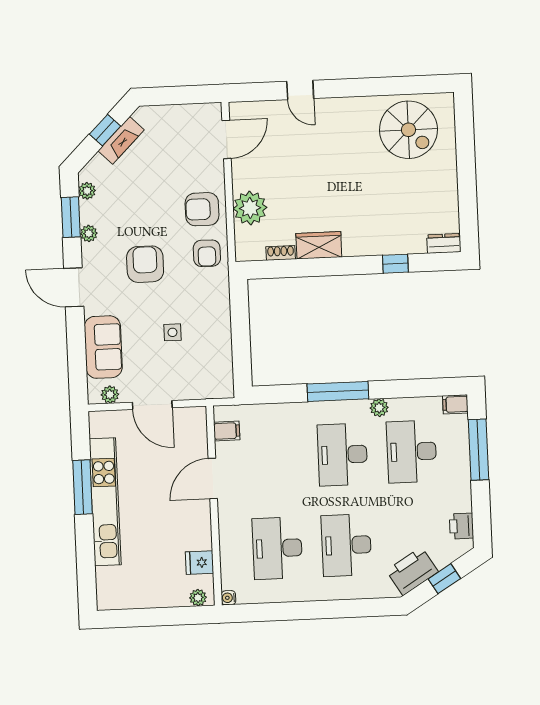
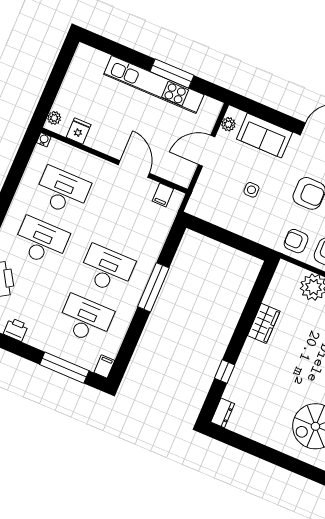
shoe rack: (281, 253) -> (271, 294), removed
plant: (379, 408) -> (128, 311), removed

